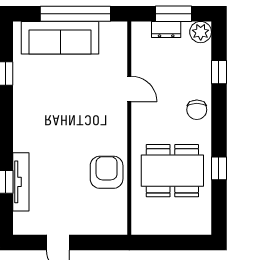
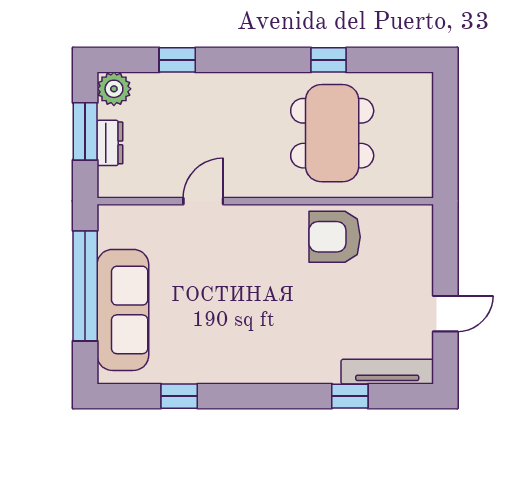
chair: (197, 110) -> (236, 95), removed
tv unit: (21, 182) -> (387, 372), moved

